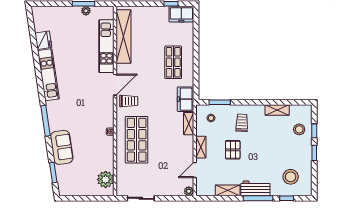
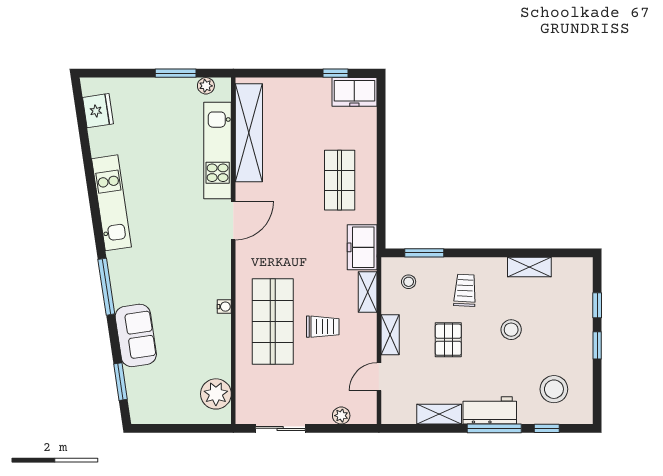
plant: (86, 11) -> (206, 86), moved
fridge: (43, 40) -> (98, 111), moved
trolley: (129, 101) -> (323, 327), moved
stool: (299, 129) -> (511, 330), moved
plant: (189, 191) -> (341, 416), moved

